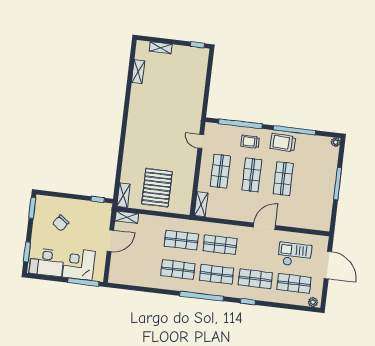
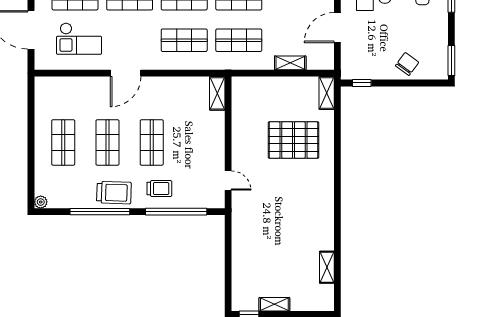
shelving: (161, 48) -> (274, 304), moved
shop shelf: (220, 171) -> (63, 142), moved
window: (338, 184) -> (31, 145), removed
pallet: (157, 188) -> (293, 140), moved, turned 90
shelving: (127, 217) -> (290, 63), moved
chair: (61, 223) -> (407, 64), moved

